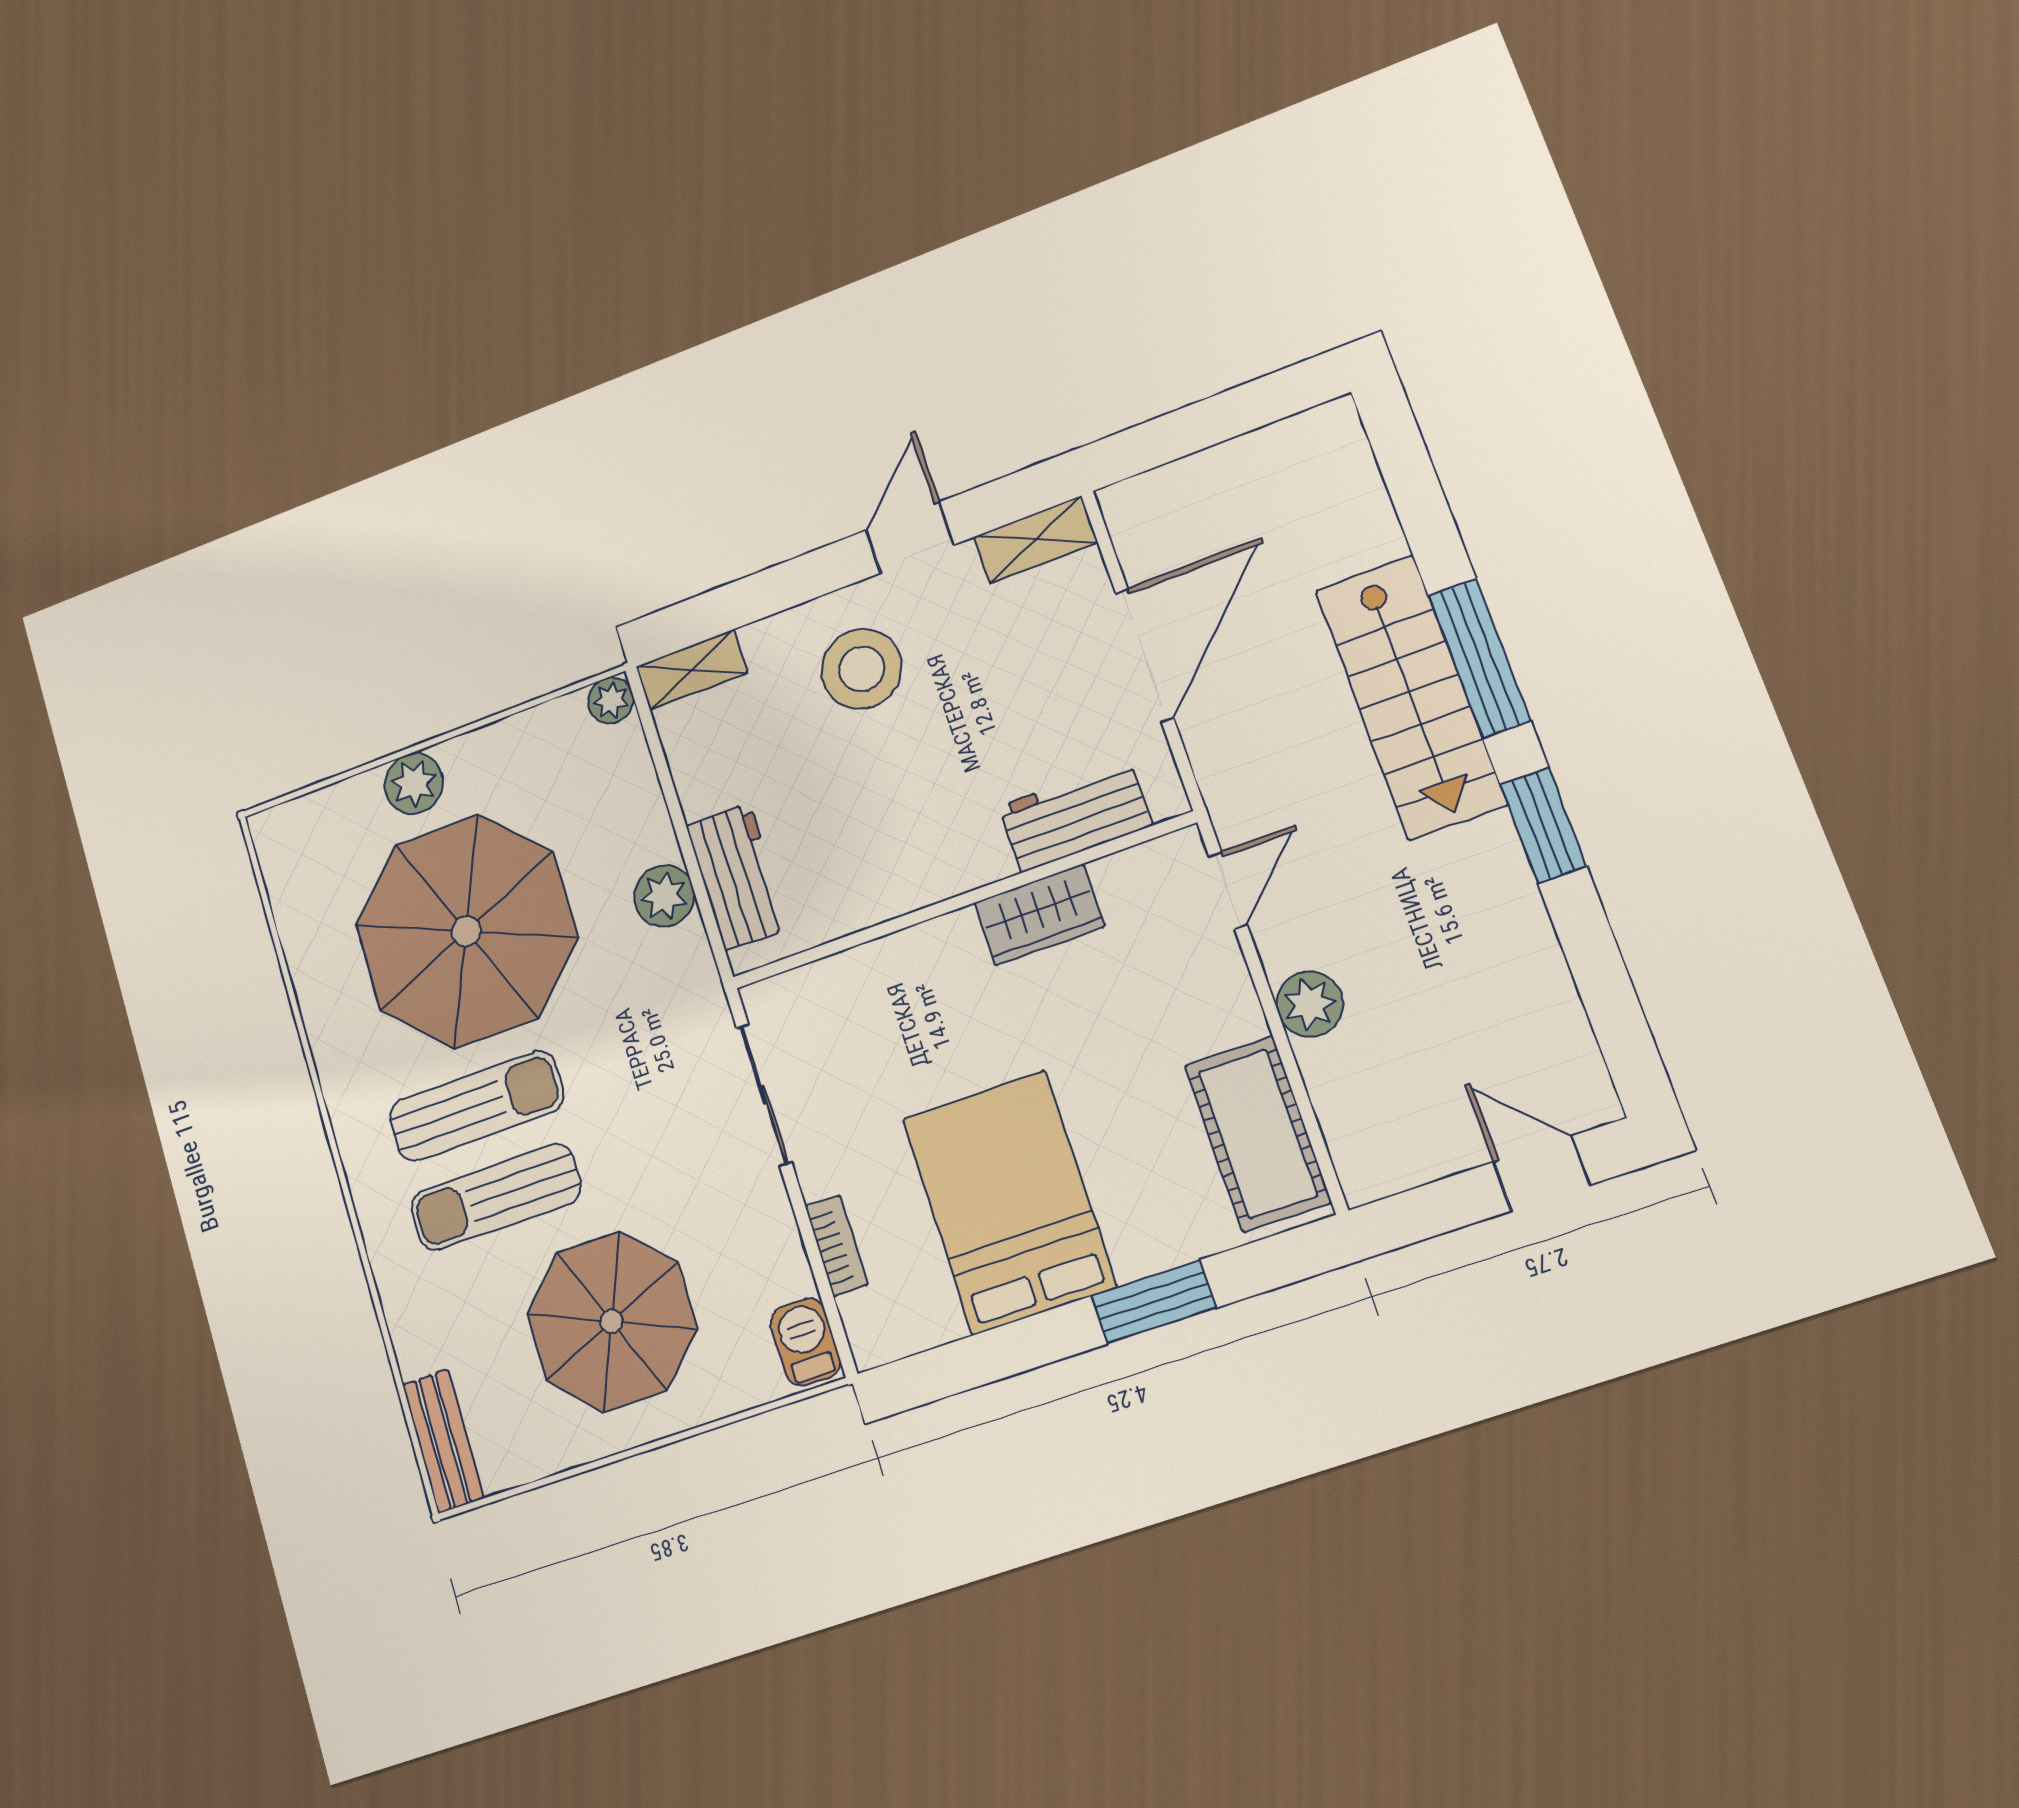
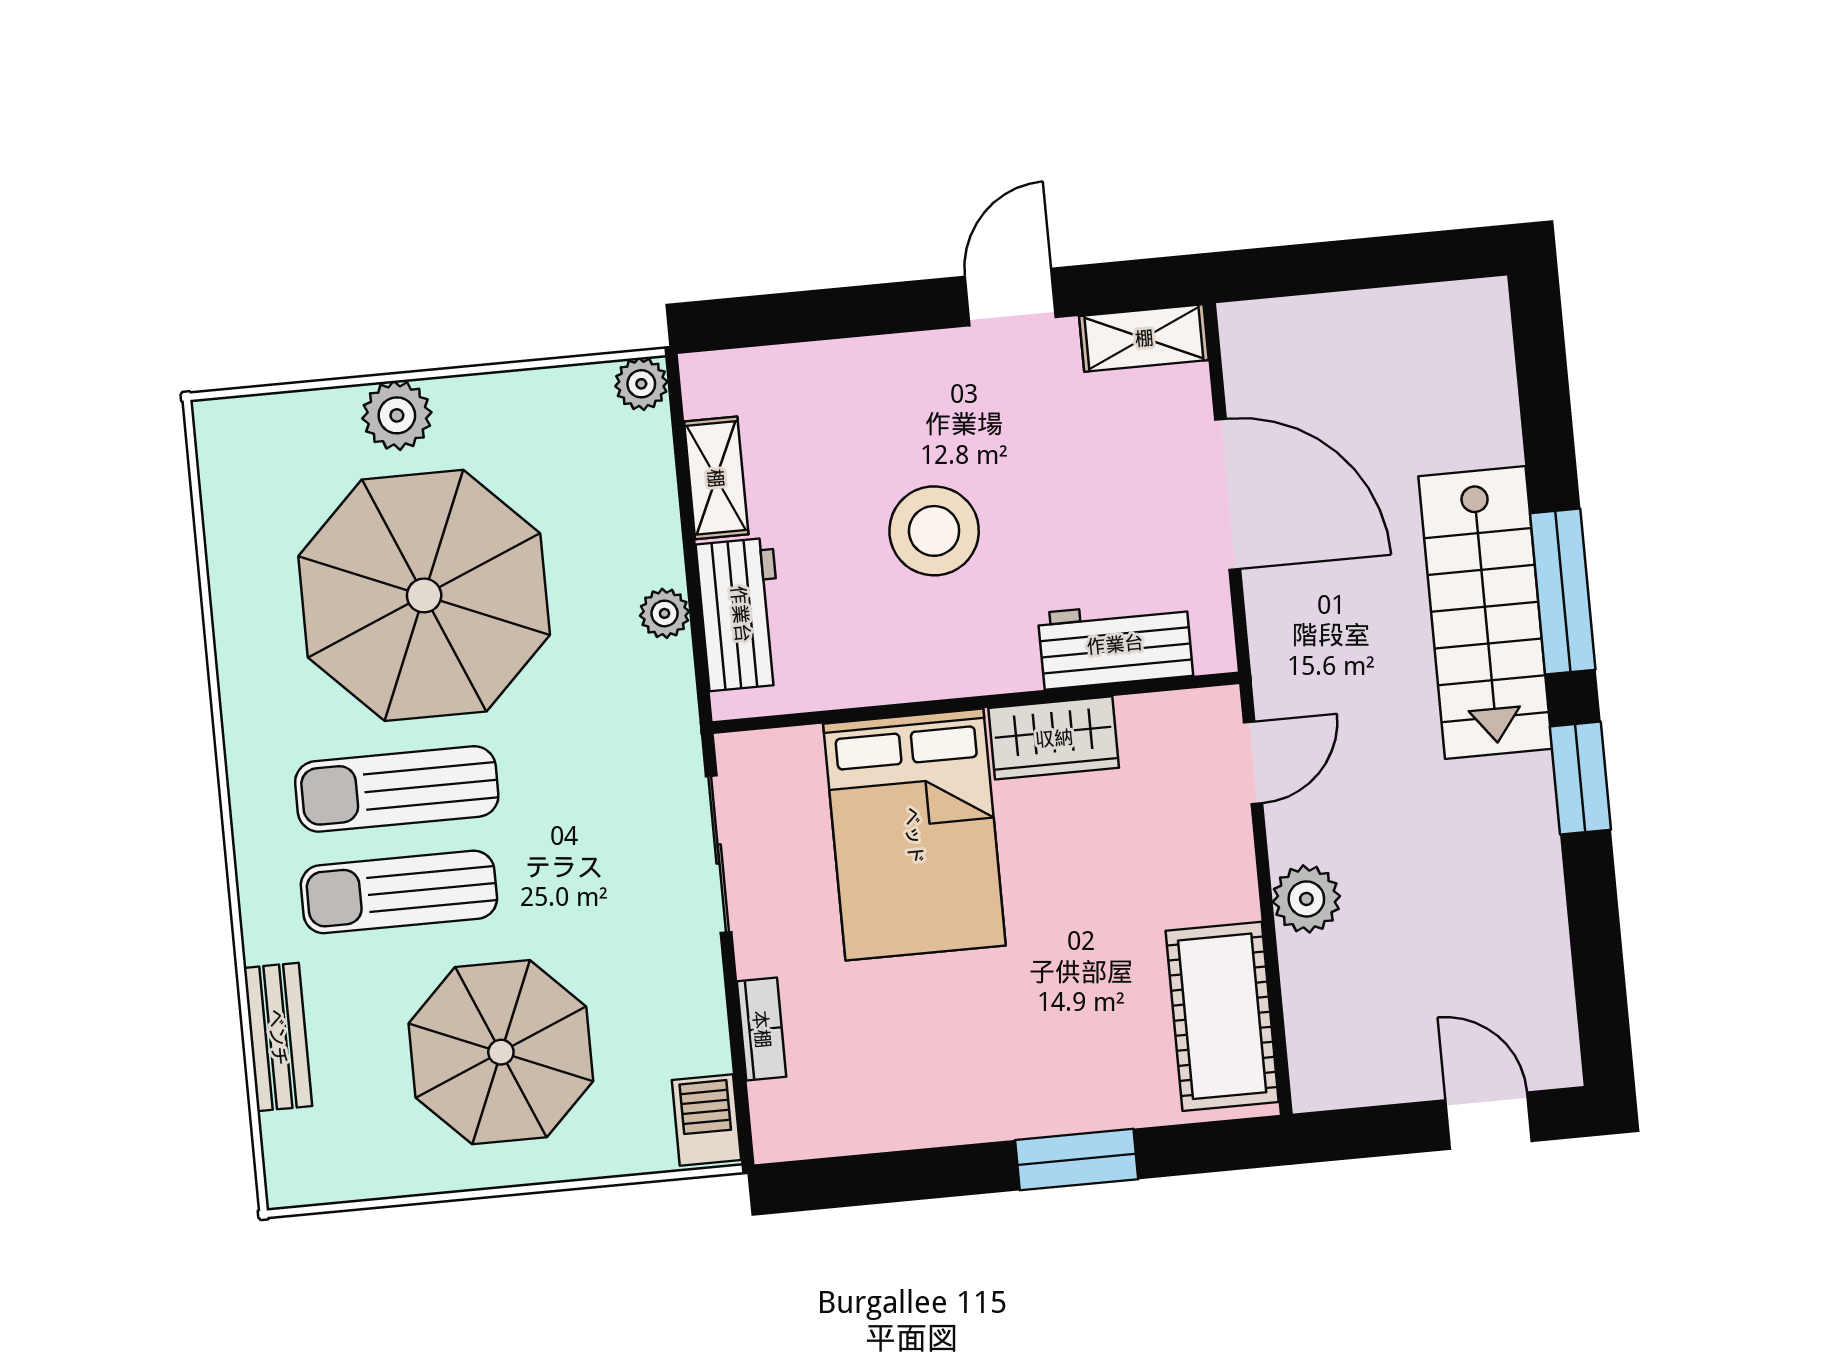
door: (1144, 655) -> (1228, 494), hinge flipped
stool: (862, 669) -> (934, 531), moved
shelving: (692, 670) -> (716, 478), moved, turned 90
plant: (664, 896) -> (665, 613), width x0.73, depth x0.73
sun lounger: (476, 1106) -> (397, 789), turned 180
bed: (1009, 1202) -> (914, 835), moved, turned 180
bench: (443, 1441) -> (278, 1037), moved

